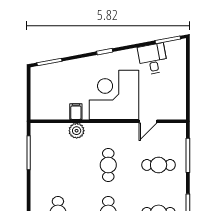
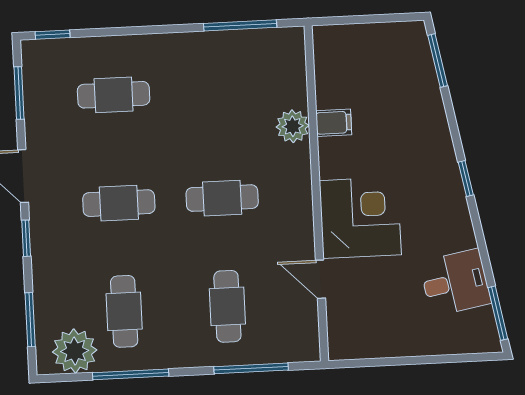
corner desk: (114, 95) -> (360, 218), width x0.74, depth x0.74

